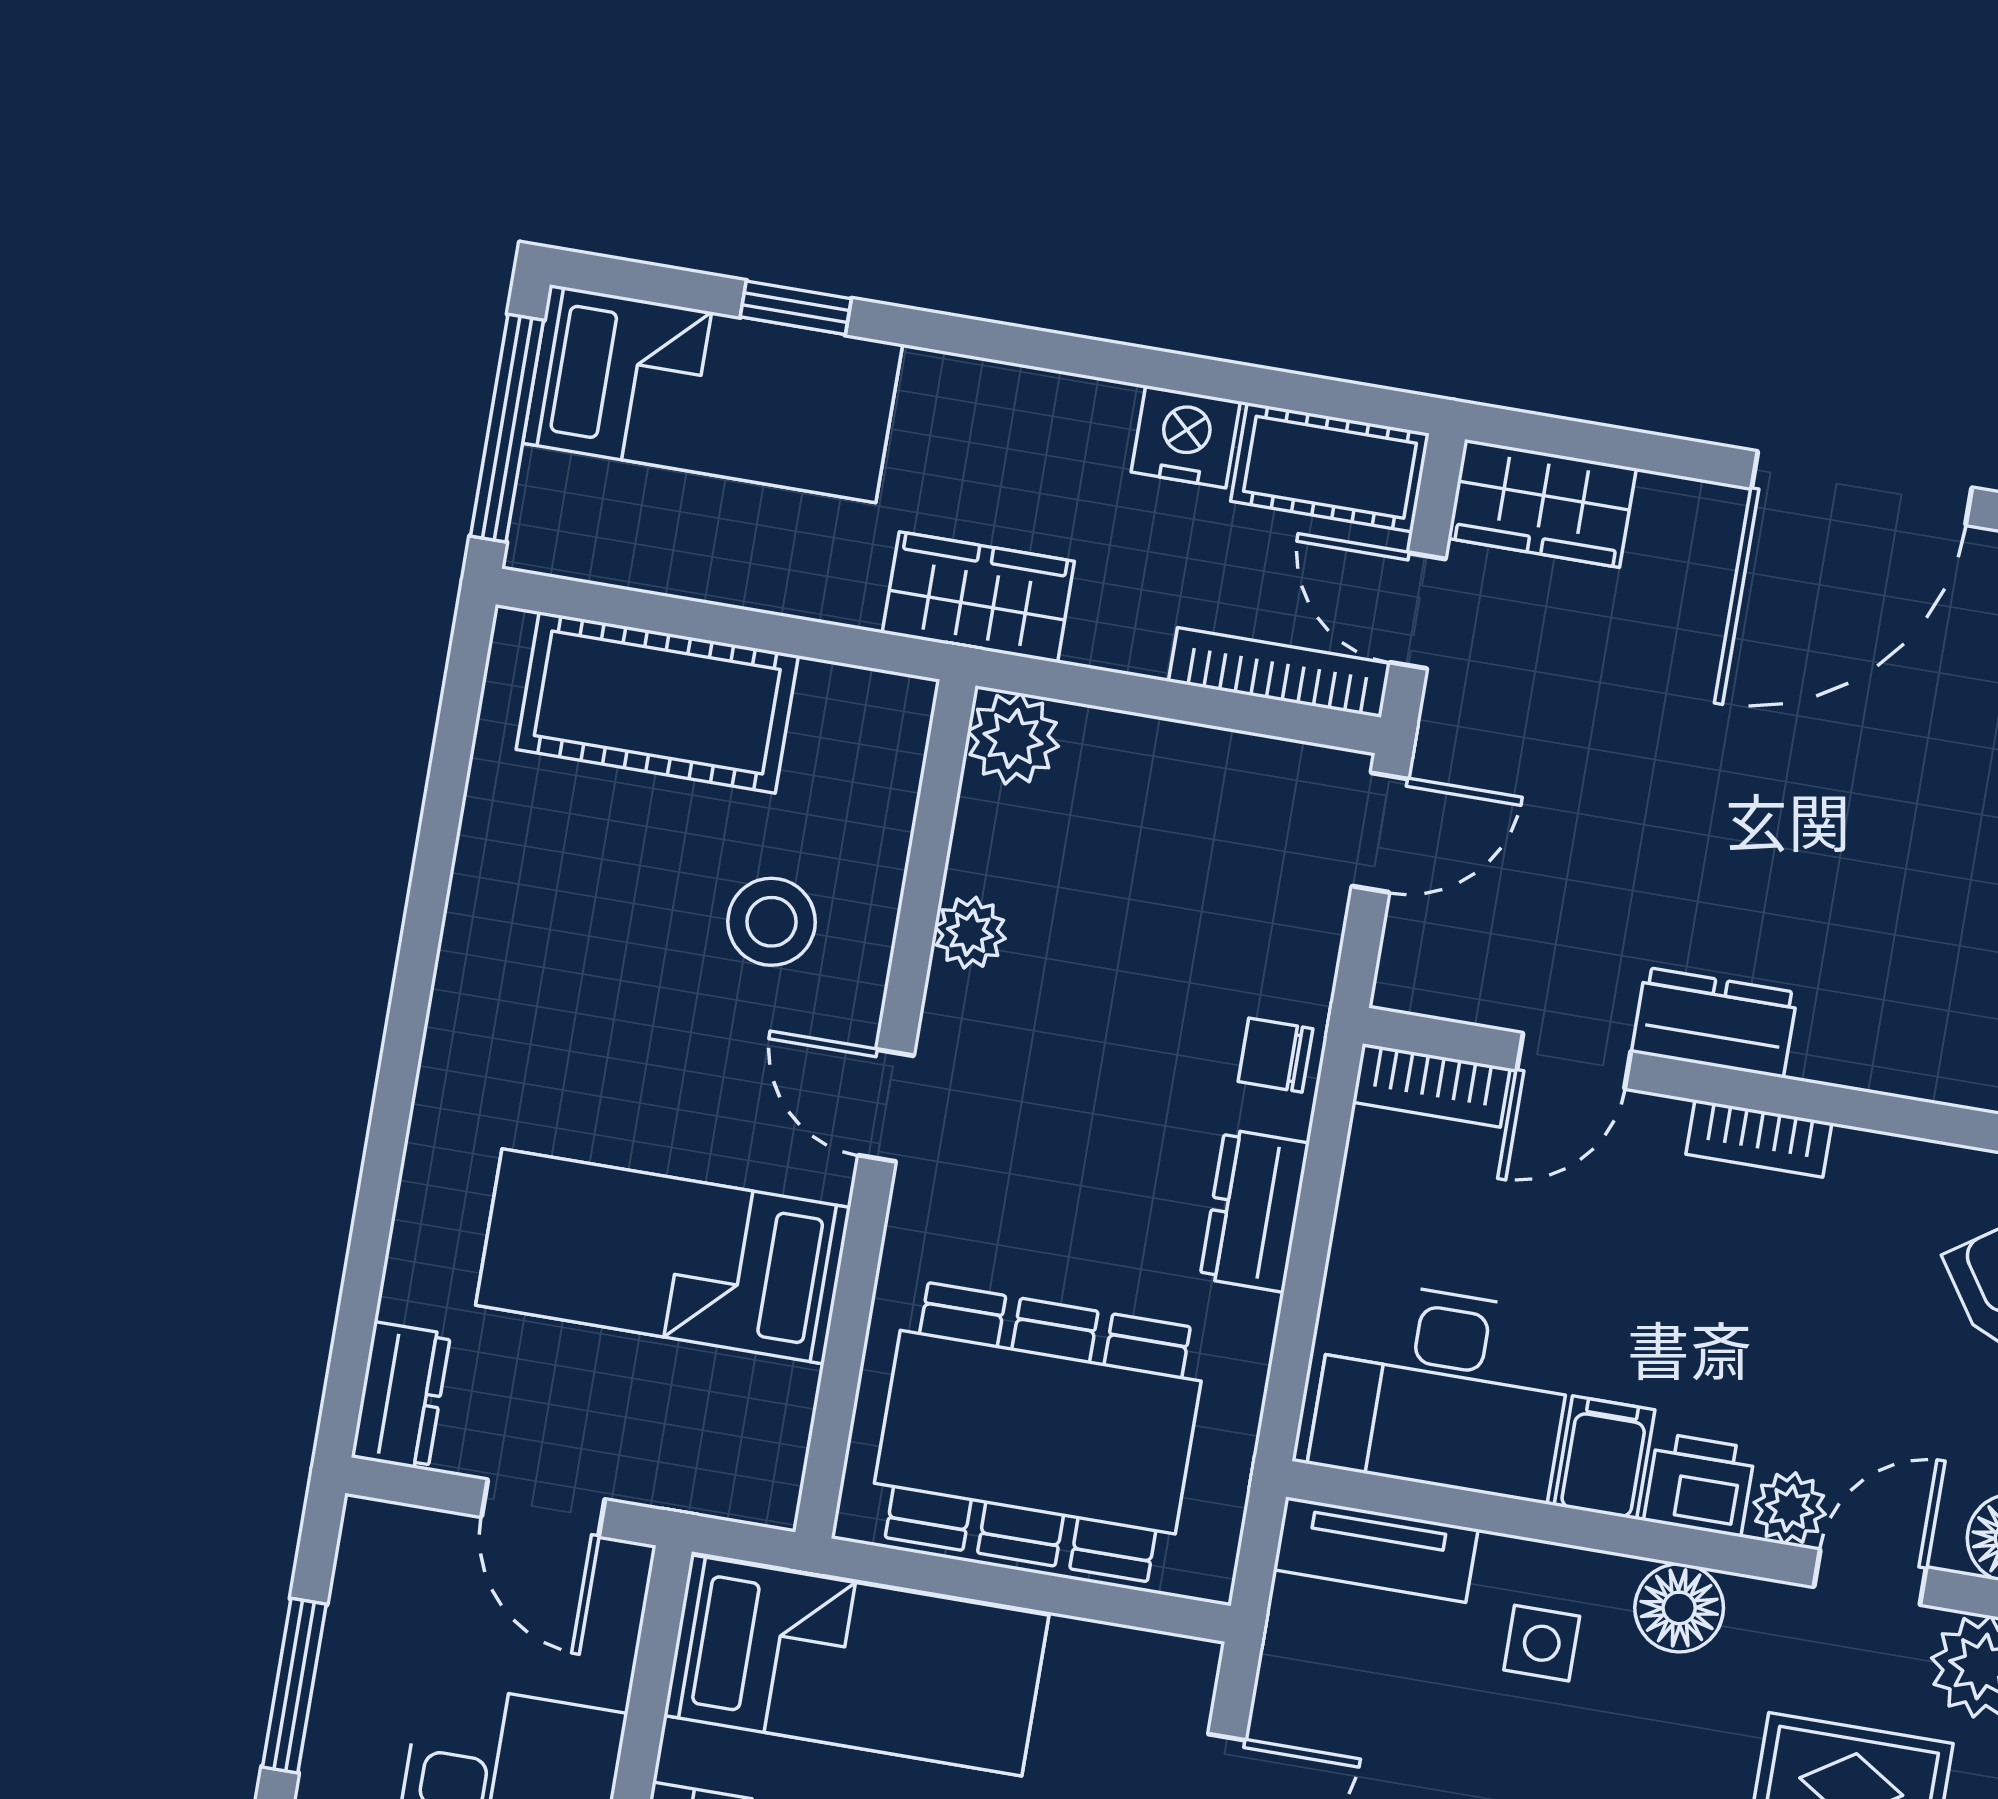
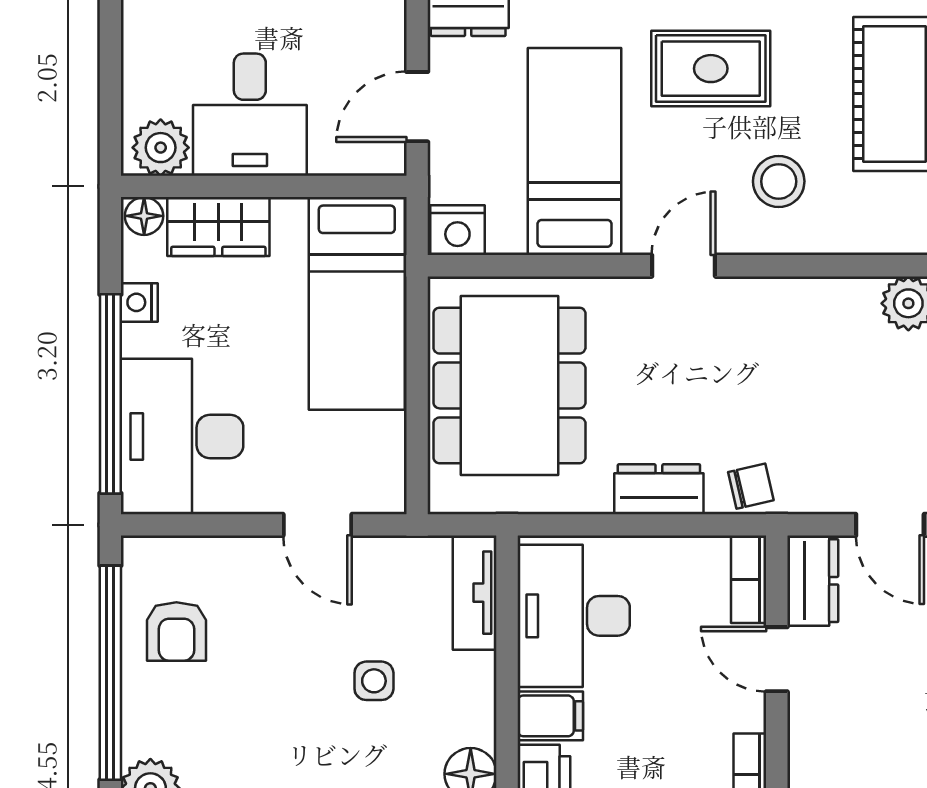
plant: (970, 933) -> (792, 297), removed
rug: (562, 1004) -> (711, 69), added
dresser: (1714, 1022) -> (813, 581), moved
chair: (1275, 1055) -> (751, 486), turned 77
nightstand: (762, 1475) -> (457, 230), added
side table: (1542, 1643) -> (374, 681), moved

